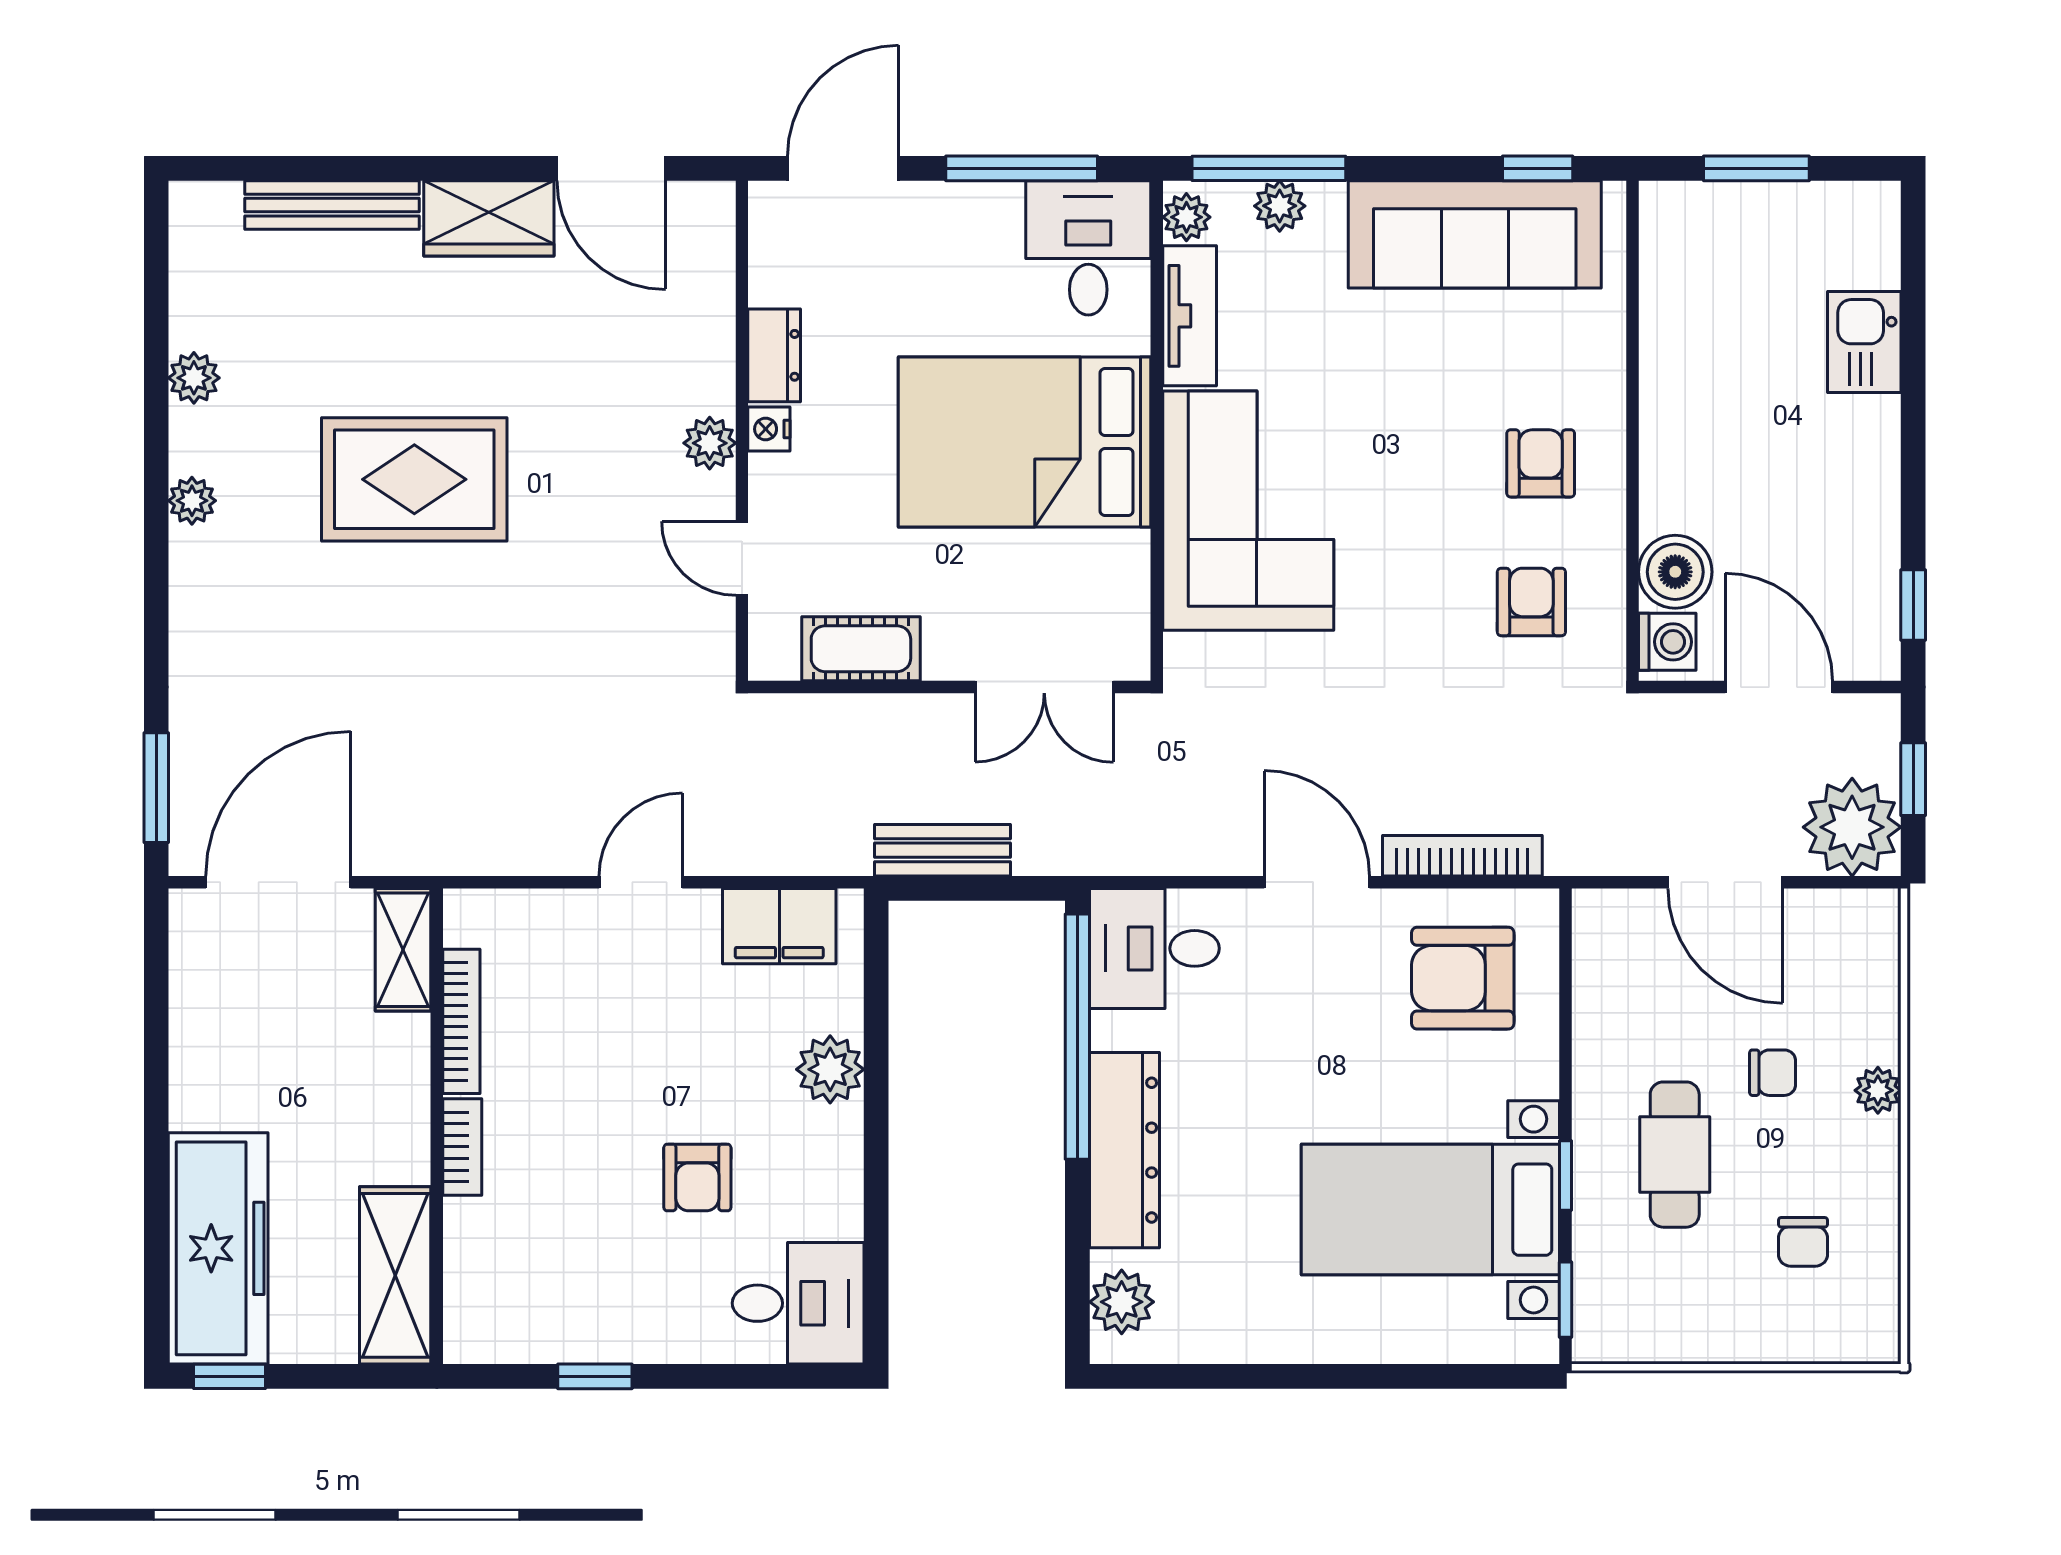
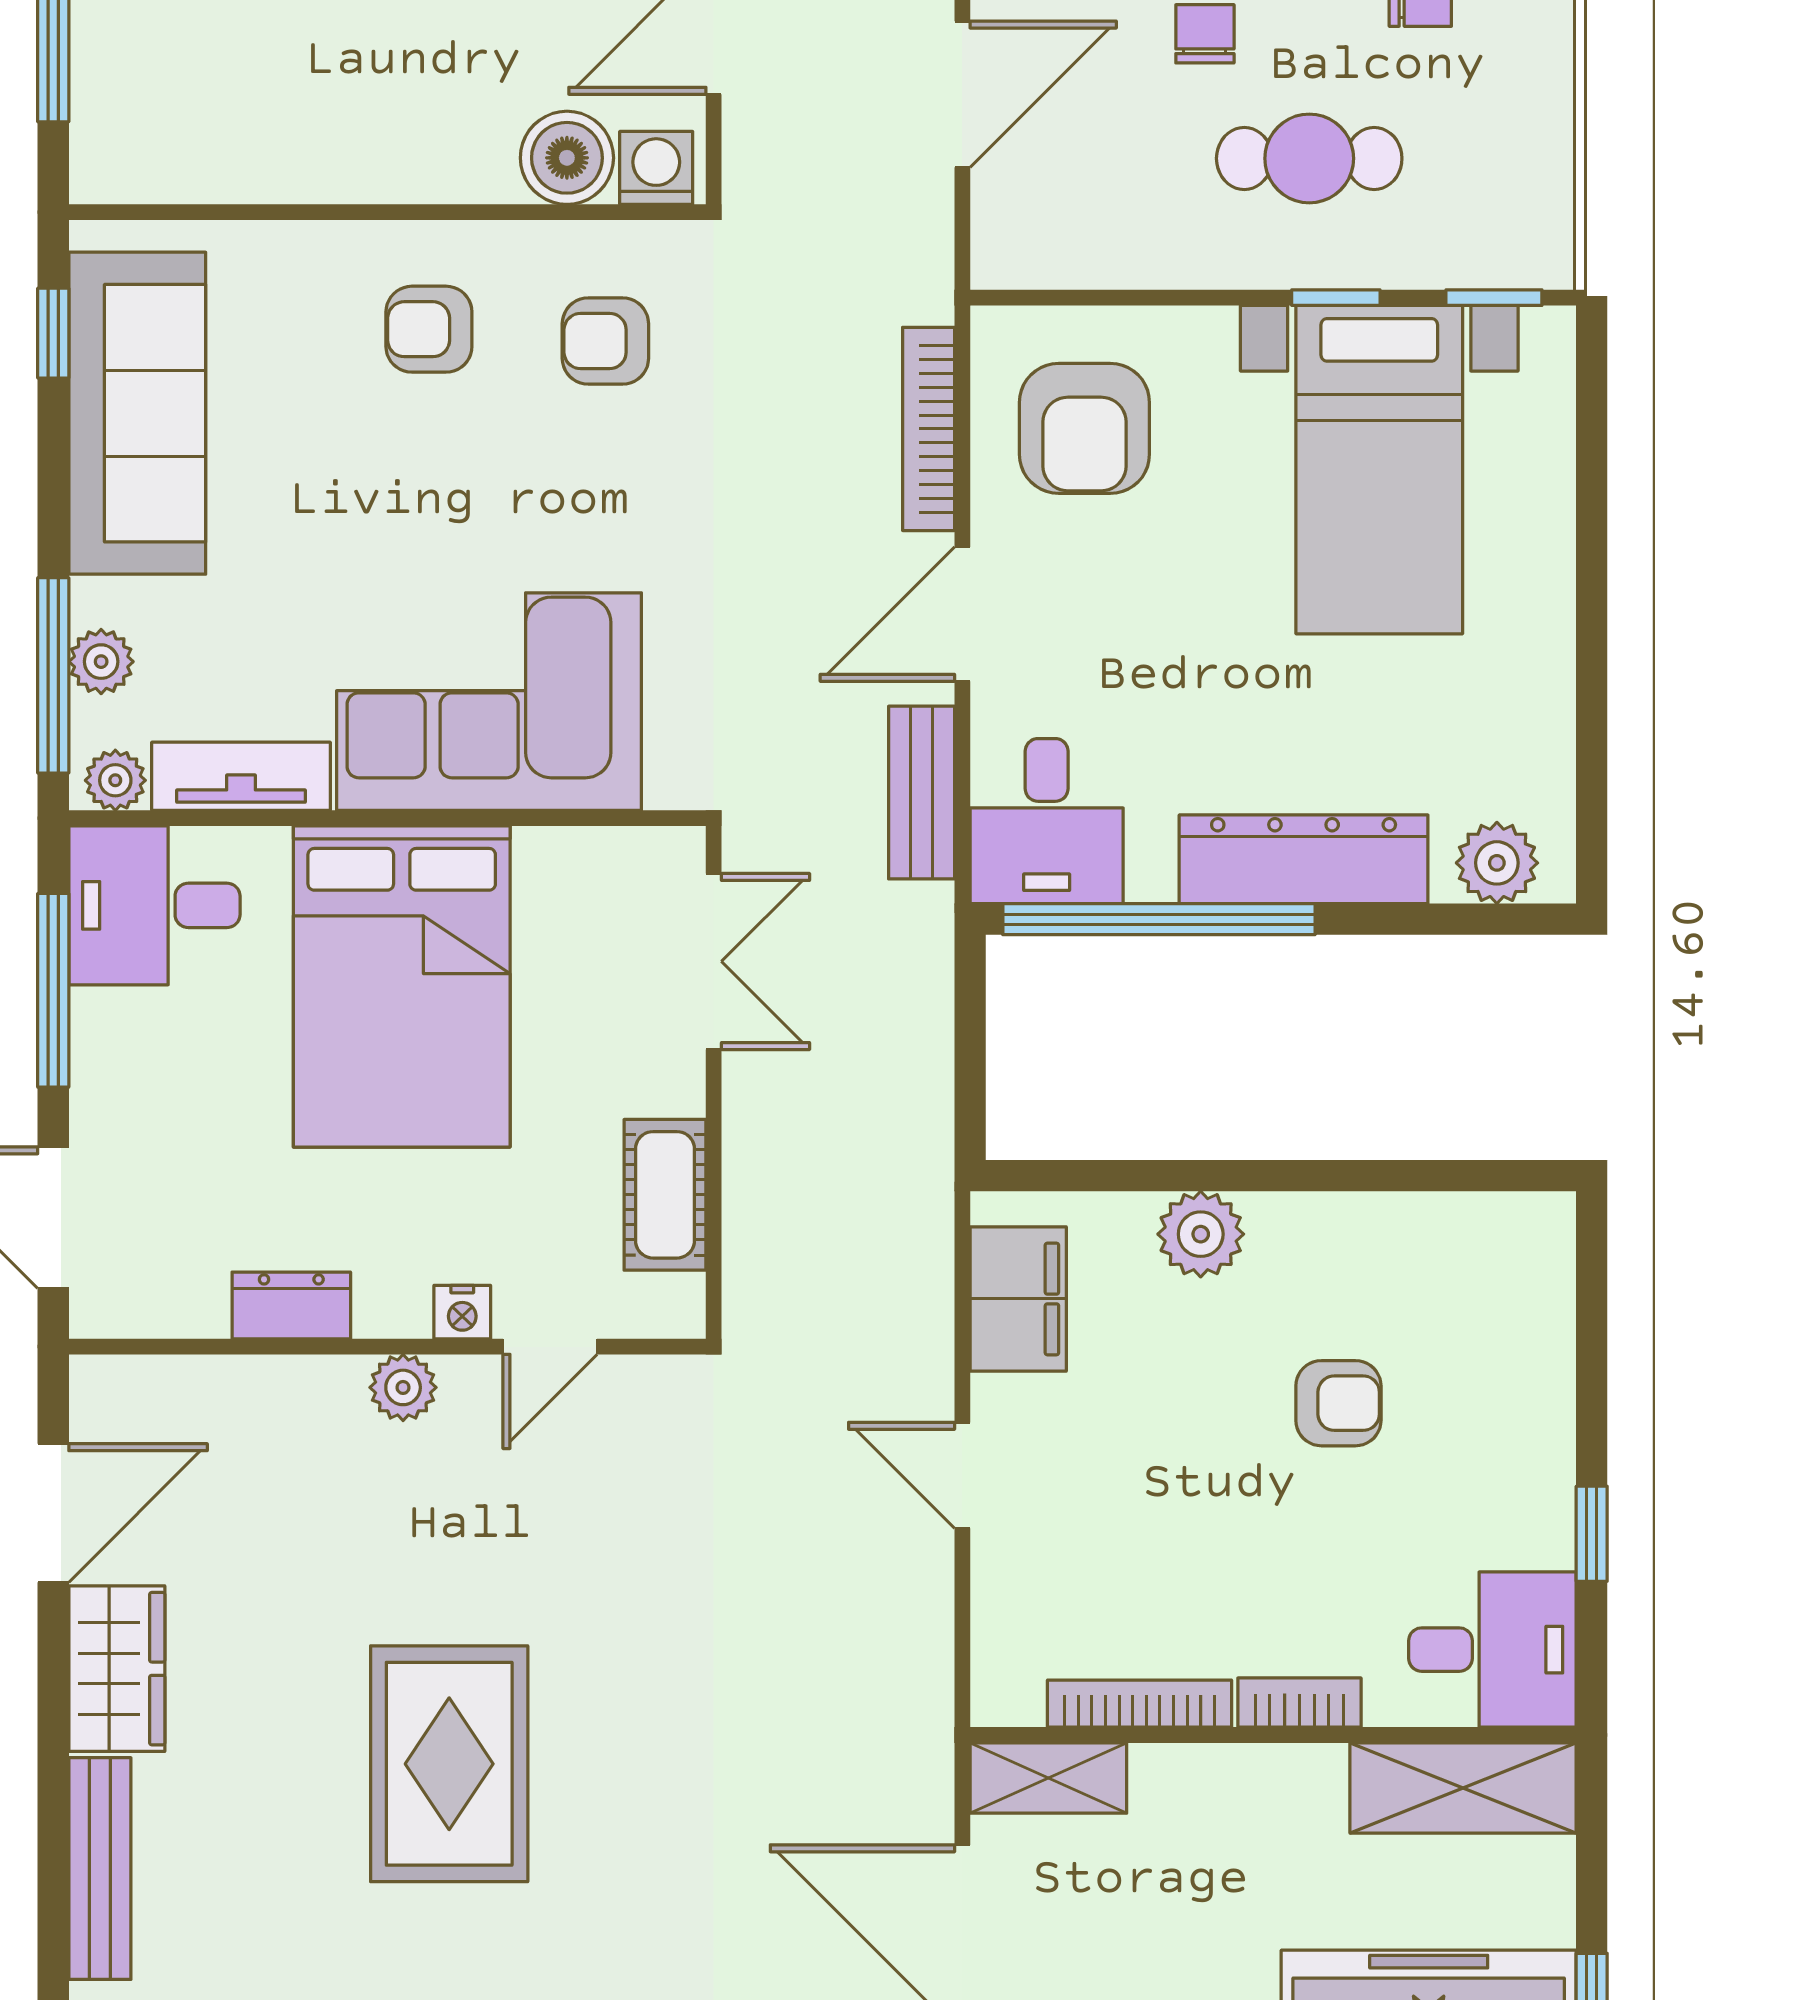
nightstand: (769, 429) -> (462, 1312), moved
bench: (942, 850) -> (922, 793), moved
desk: (798, 1303) -> (1492, 1650), moved, turned 90

